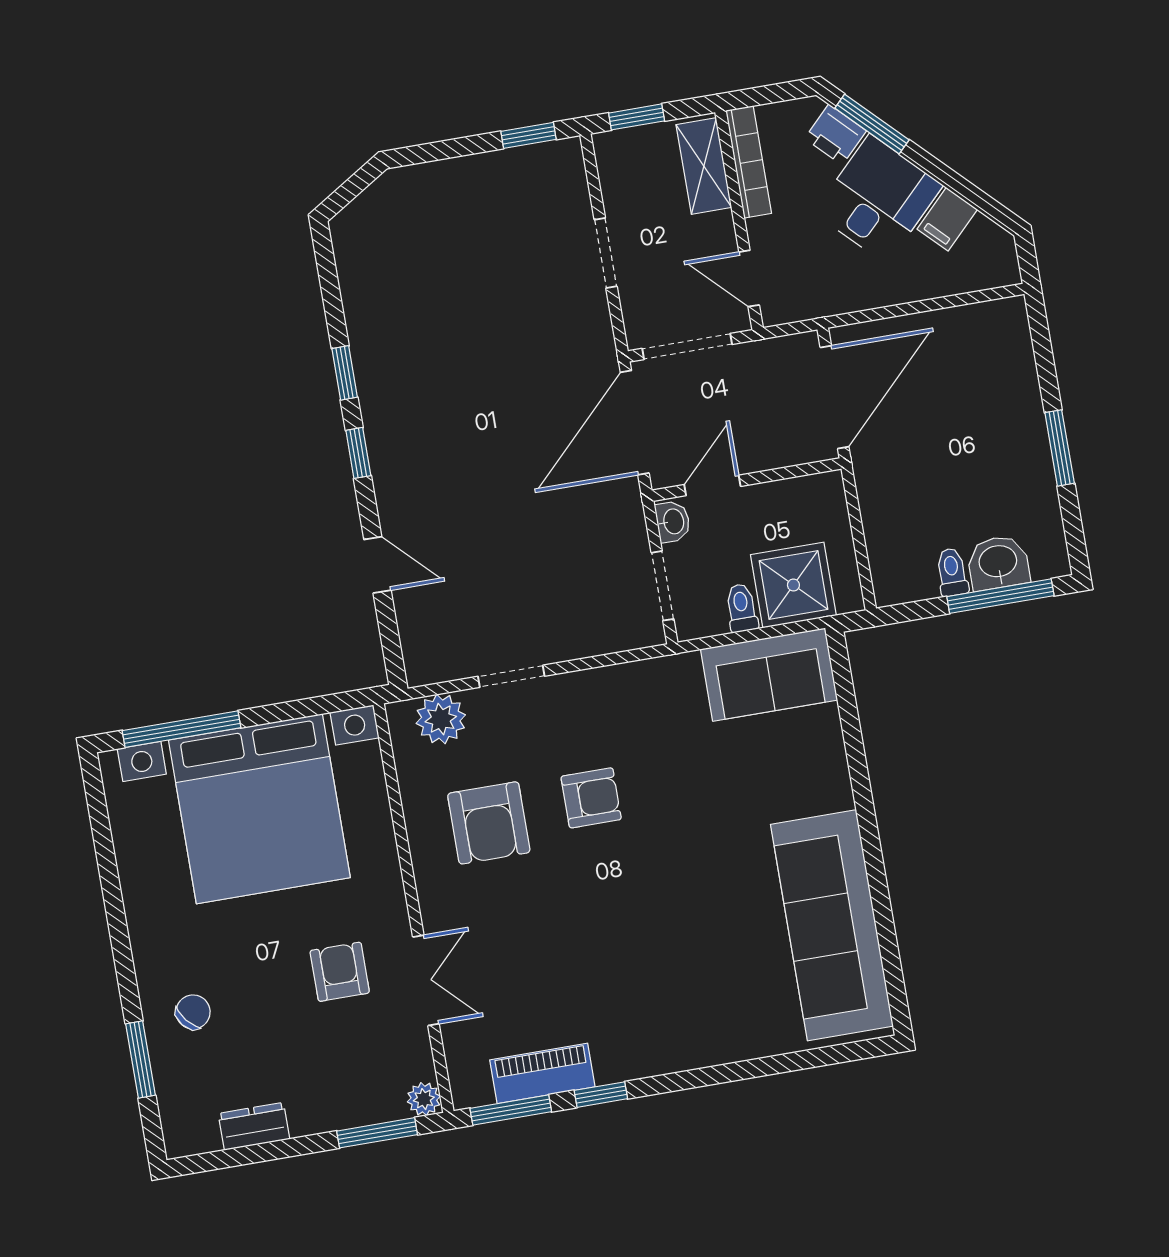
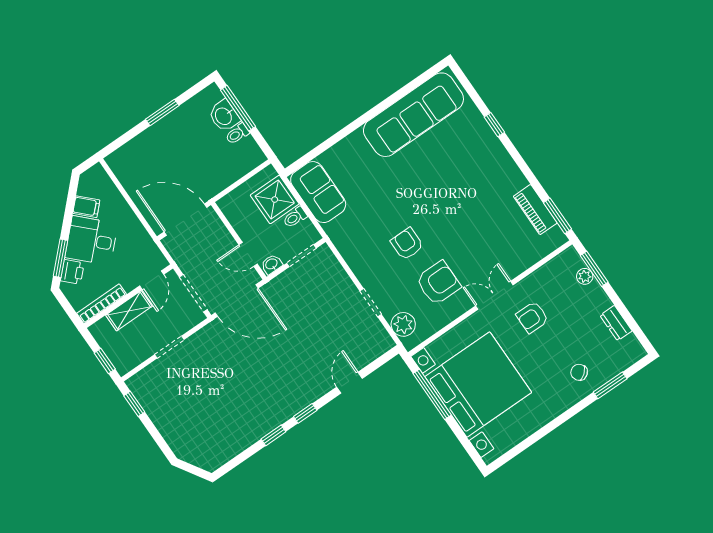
shelving: (704, 166) -> (129, 311), moved
window: (182, 729) -> (432, 394), moved
double door: (426, 980) -> (494, 295), moved
window: (601, 1095) -> (494, 125), moved
plant: (424, 1099) -> (585, 276), moved

